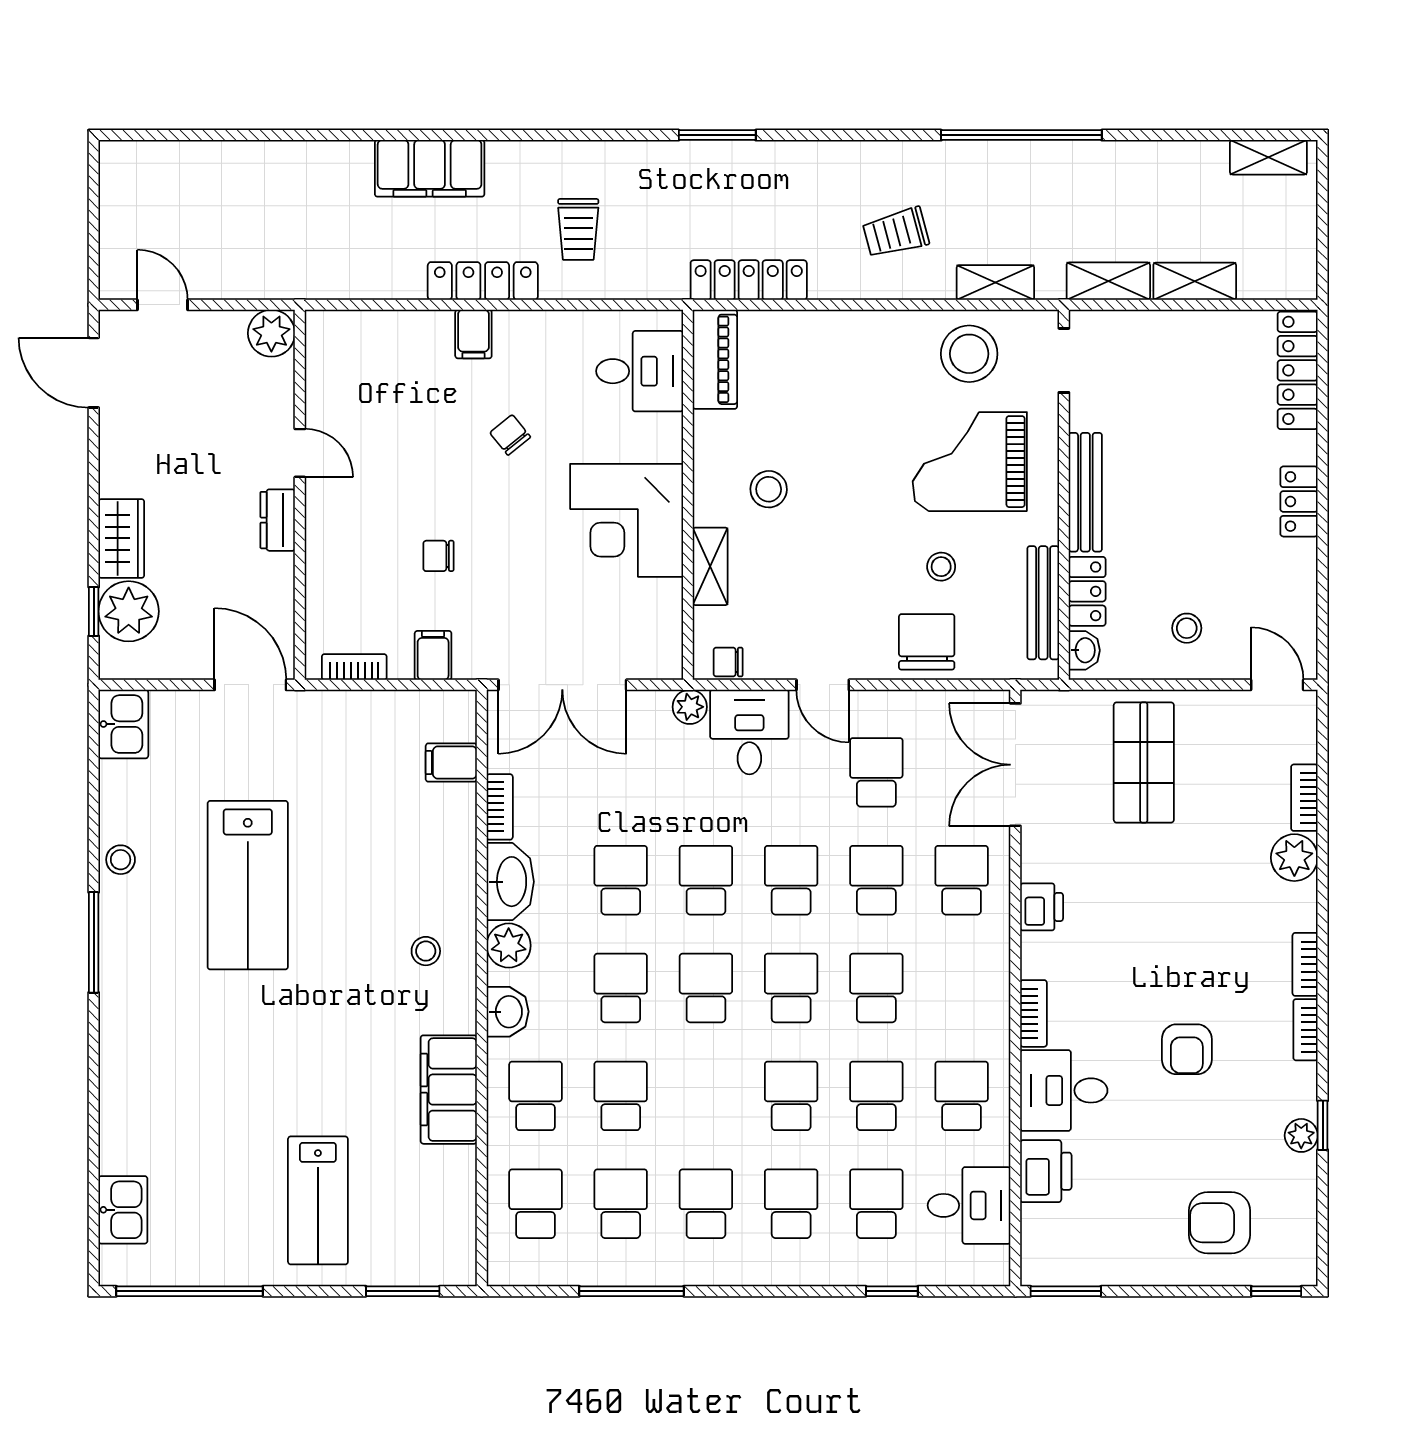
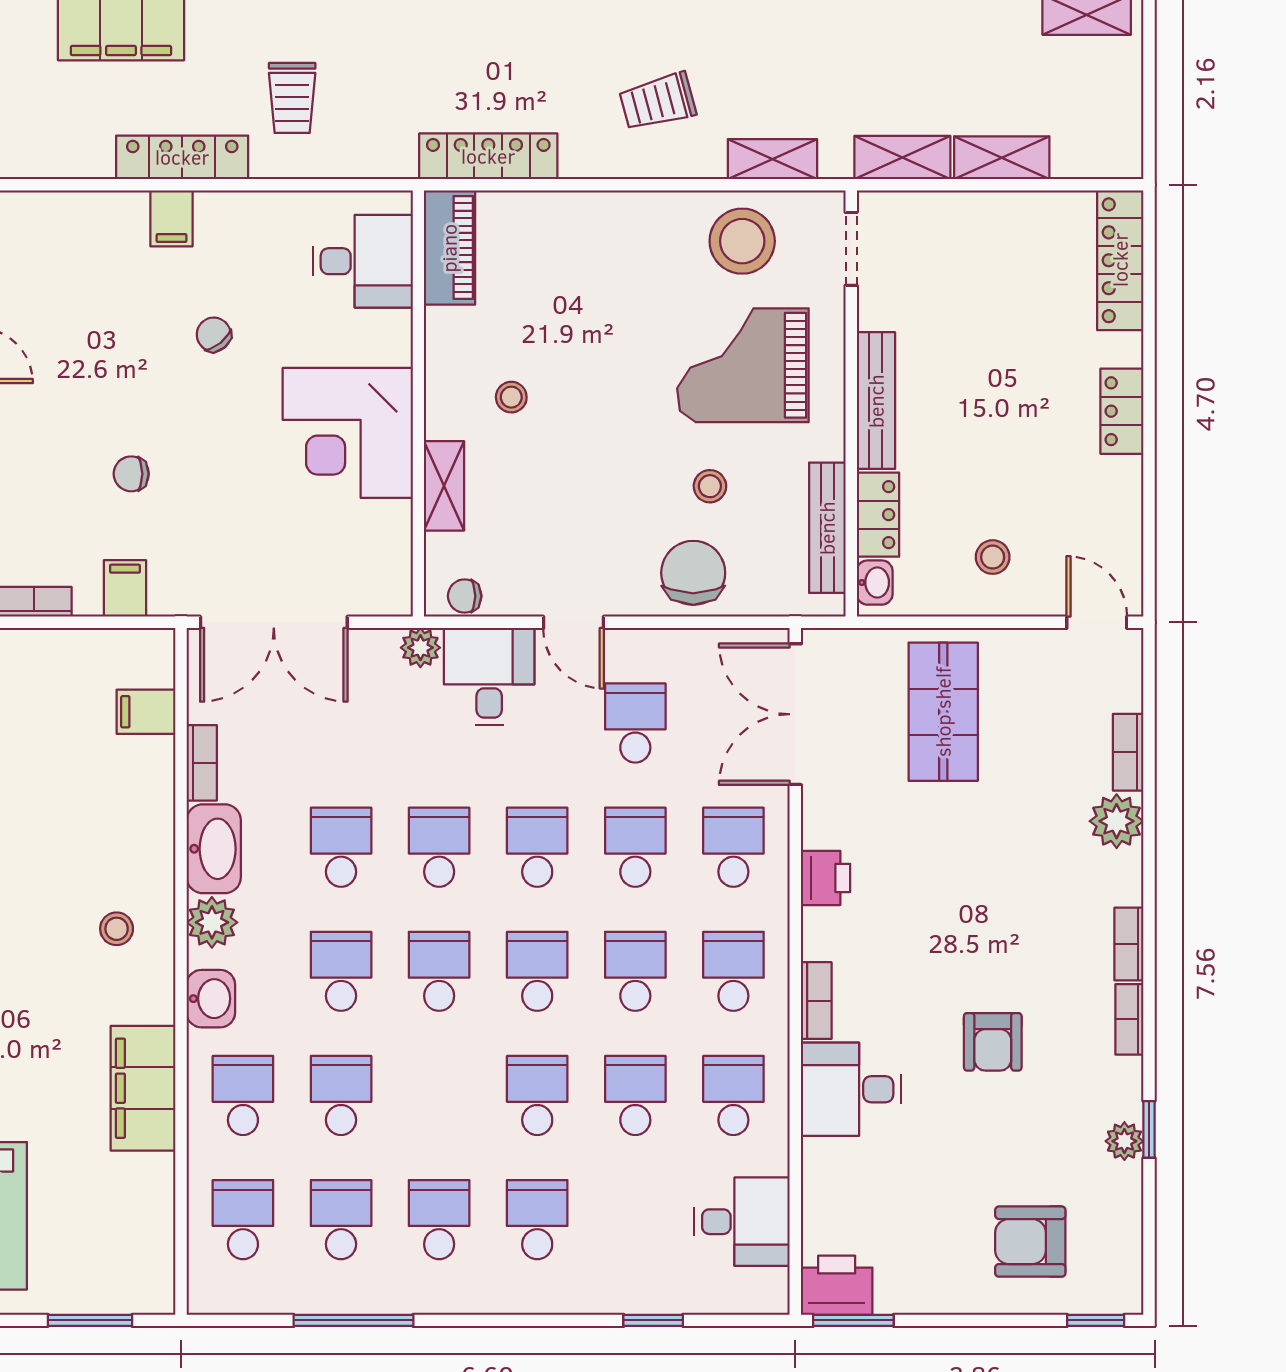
stool: (769, 489) -> (511, 397), width x0.73, depth x0.73
printer: (1046, 1171) -> (837, 1285), moved, turned -90
school desk: (876, 1204) -> (733, 971), moved

